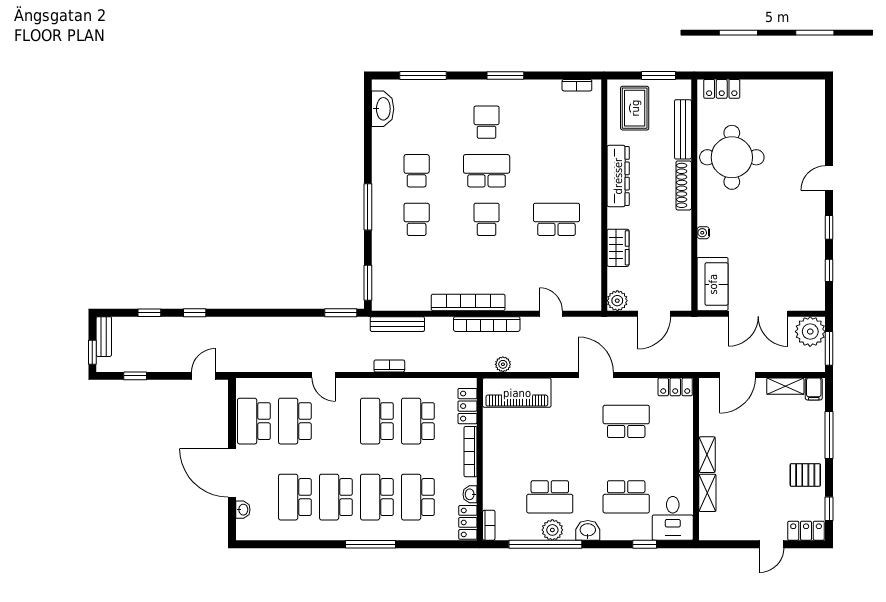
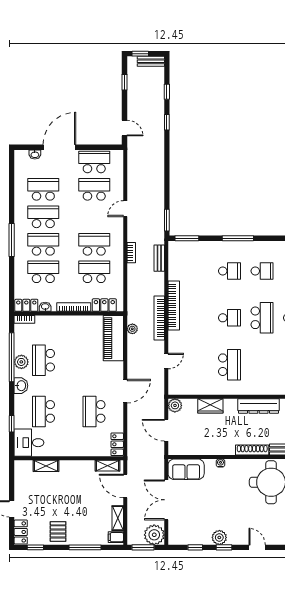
plant: (814, 234) -> (219, 537), added
bench: (397, 324) -> (159, 258), width x0.73
school desk: (626, 421) -> (94, 411), turned 180
shelving: (707, 455) -> (108, 466), moved

